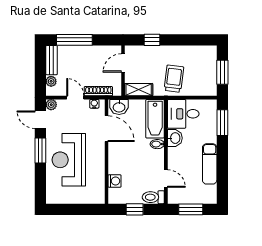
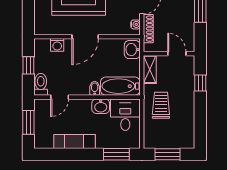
trolley: (174, 79) -> (161, 105), turned -97
door: (106, 129) -> (85, 37), moved

